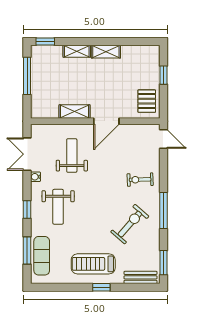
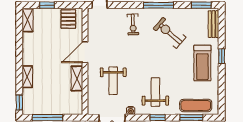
shelving: (106, 52) -> (28, 20), moved
pallet: (147, 101) -> (68, 19), turned 90
door: (106, 121) -> (85, 52), swing flipped
weight bench: (72, 155) -> (113, 81), turned -90
weight bench: (58, 207) -> (155, 92), turned -90

